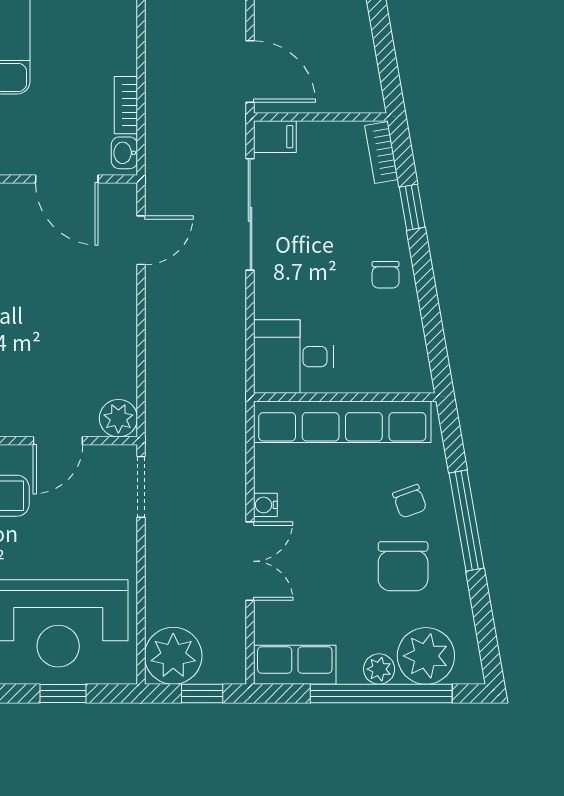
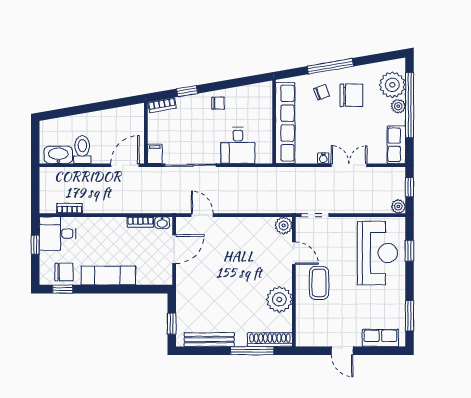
desk: (293, 357) -> (238, 145), moved
plant: (173, 656) -> (398, 206), width x0.53, depth x0.53

